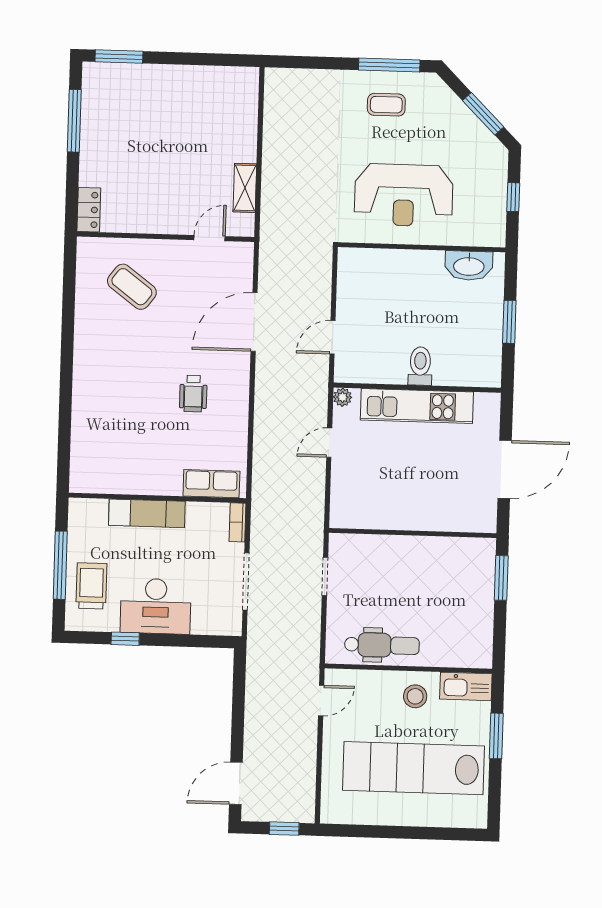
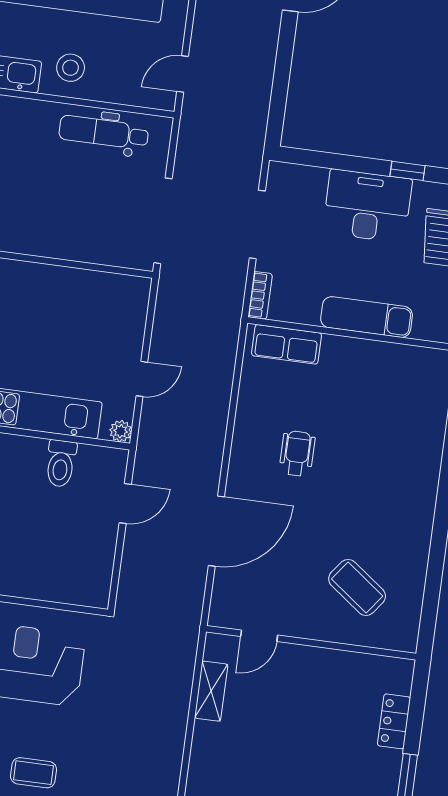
locker: (89, 210) -> (394, 721), moved
toilet: (420, 366) -> (61, 464), moved
doorway: (325, 576) -> (163, 221), width x1.87

